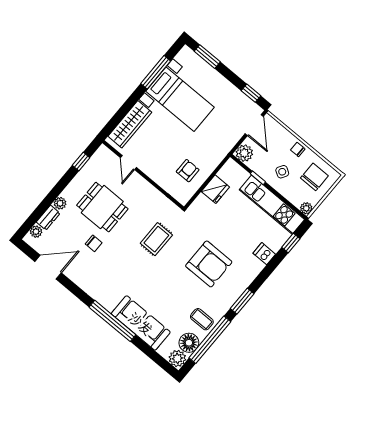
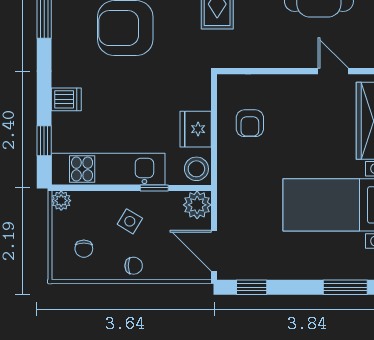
stool: (231, 170) -> (196, 169), added
chair: (314, 177) -> (84, 249), width x0.54, depth x0.54

